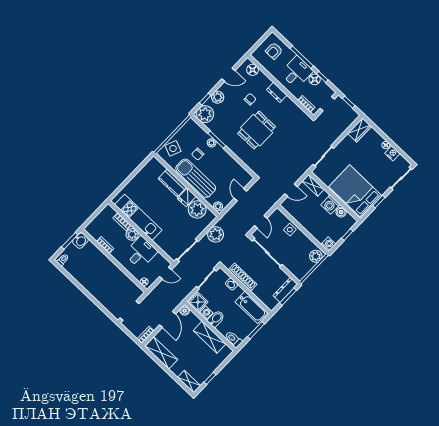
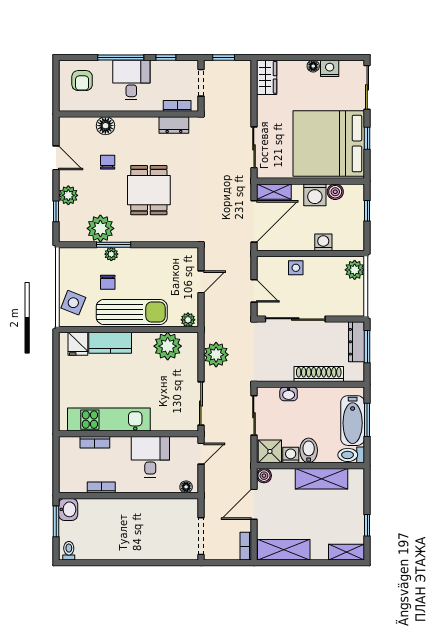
floor lamp: (253, 70) -> (105, 126), moved
door: (228, 75) -> (56, 158), hinge flipped
floor lamp: (315, 79) -> (160, 69), removed
dresser: (277, 92) -> (174, 125), moved
plant: (205, 114) -> (100, 228), moved
sun lounger: (196, 178) -> (132, 312), turned 180
door: (291, 190) -> (254, 221), width x1.87
bed: (355, 191) -> (329, 143), width x1.36
door: (240, 195) -> (201, 282), swing flipped
fridge: (187, 197) -> (78, 344), moved
plant: (132, 234) -> (120, 446), removed
washing machine: (328, 244) -> (323, 242), moved
shoe rack: (242, 277) -> (319, 374), moved
bathtub: (251, 307) -> (353, 421), moved, turned 90
door: (168, 319) -> (254, 504), swing flipped

